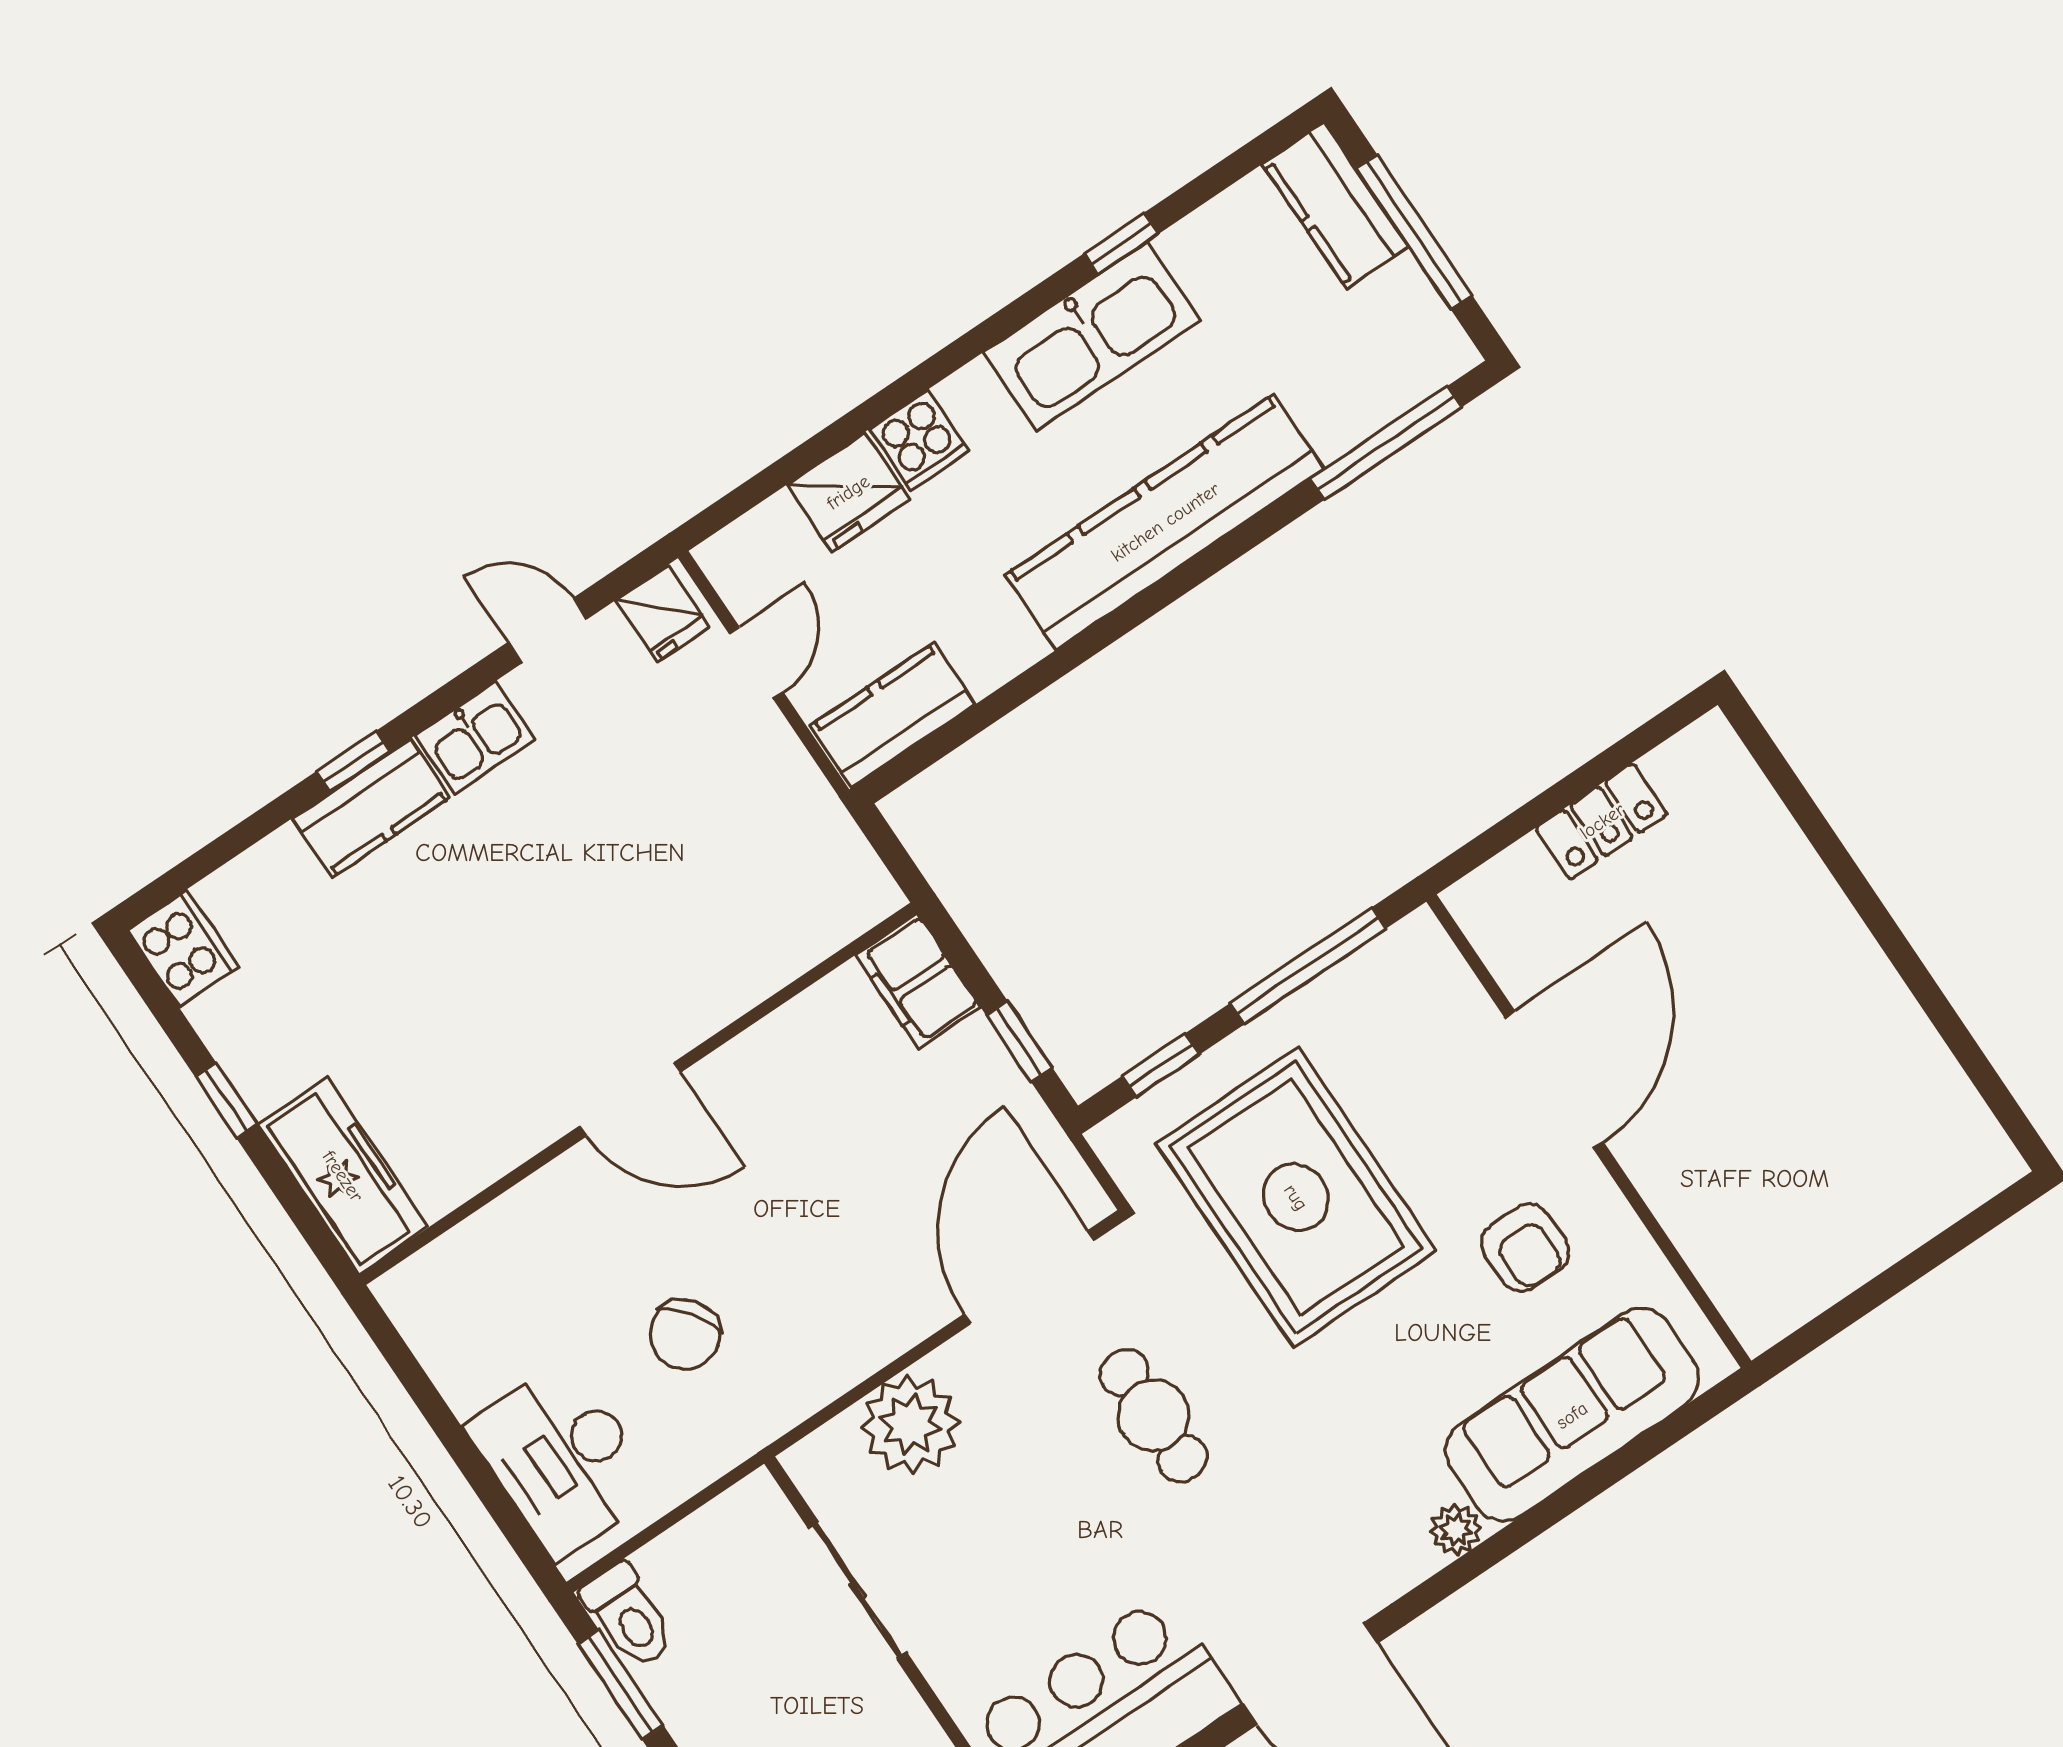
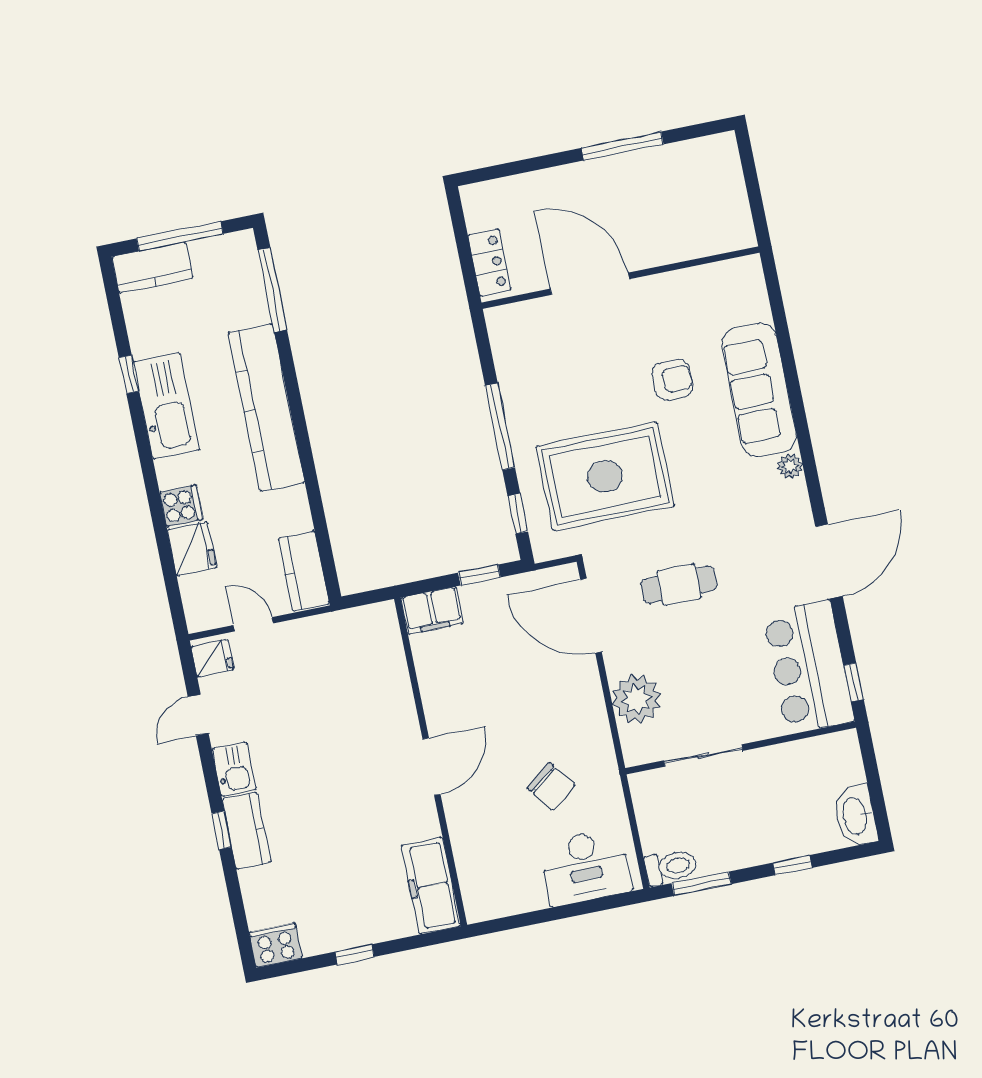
window: (1917, 977) -> (622, 146), added
door: (1554, 1080) -> (590, 284), moved
wall: (1589, 1131) -> (620, 278), moved
freezer: (343, 1176) -> (431, 886), moved, turned -90

